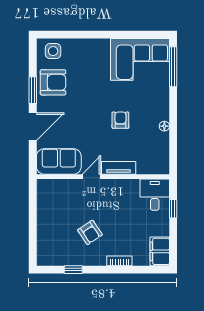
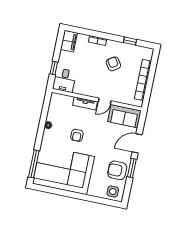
corner sofa: (140, 59) -> (63, 170), width x1.36, depth x1.36
bookcase: (43, 218) -> (143, 80), added

